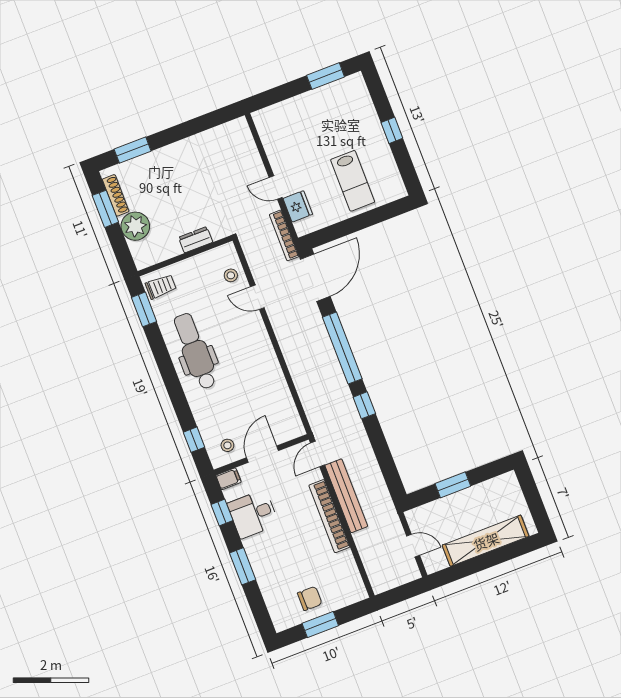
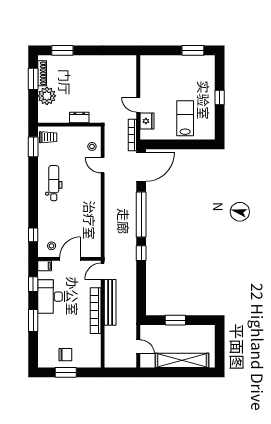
lab bench: (353, 181) -> (185, 118), turned 180
dental chair: (195, 351) -> (54, 183), width x0.73, depth x0.72
desk: (253, 514) -> (51, 297), width x1.37

